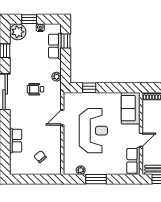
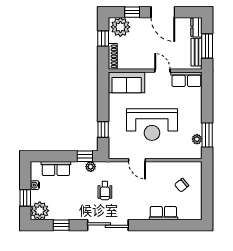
window: (66, 41) -> (85, 156), moved
reception desk: (93, 131) -> (152, 125), turned 180
window: (96, 179) -> (207, 135), moved

